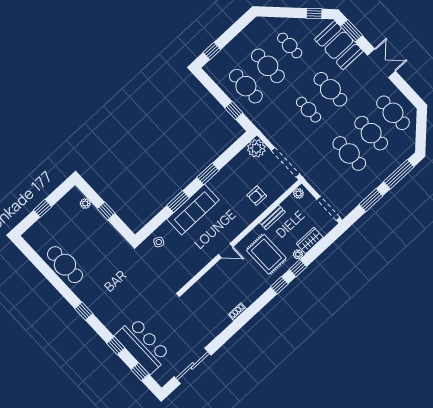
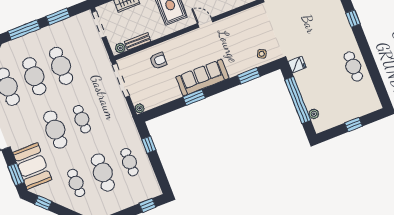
cafe table: (246, 86) -> (129, 162), width x0.73, depth x0.74
plant: (256, 148) -> (140, 108), width x0.53, depth x0.53
window: (178, 202) -> (249, 76), moved
sofa: (193, 210) -> (202, 78), moved
window: (106, 211) -> (298, 100), width x3.17
bench: (272, 217) -> (138, 41), moved
fridge: (120, 245) -> (297, 65), added
cafe table: (65, 265) -> (353, 67), width x0.73, depth x0.74

